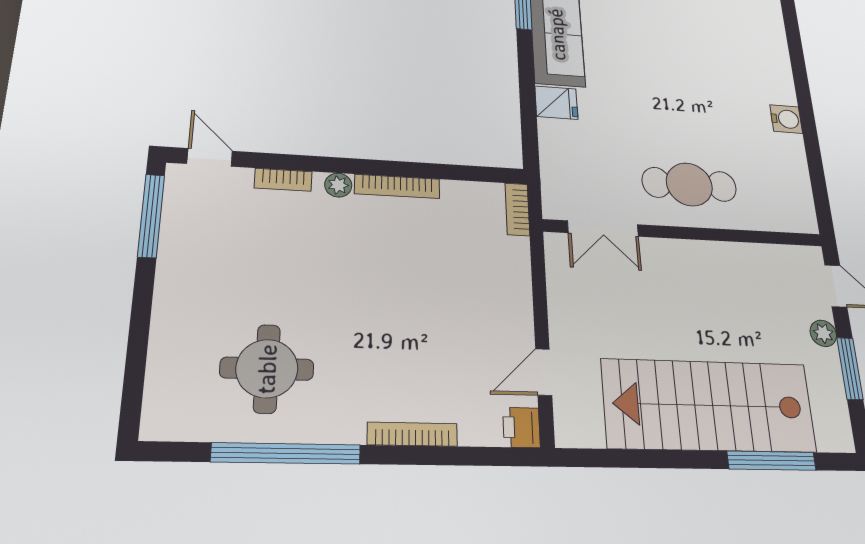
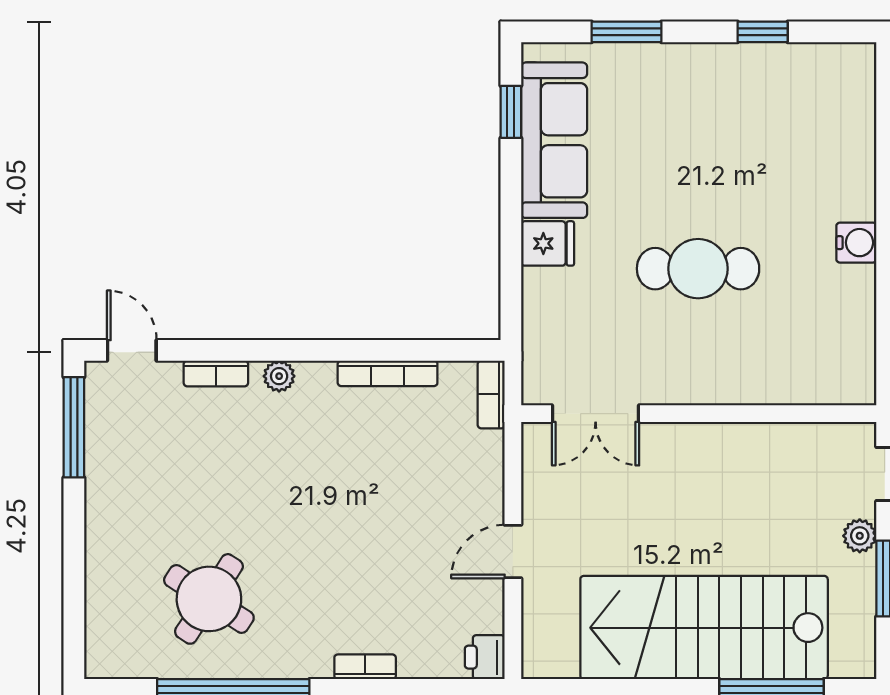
cafe table: (689, 184) -> (698, 269), moved
bookcase: (397, 186) -> (388, 373), moved
round table: (267, 369) -> (209, 599), turned 33
door: (544, 372) -> (513, 551), moved
bookcase: (412, 434) -> (365, 667), width x0.64

